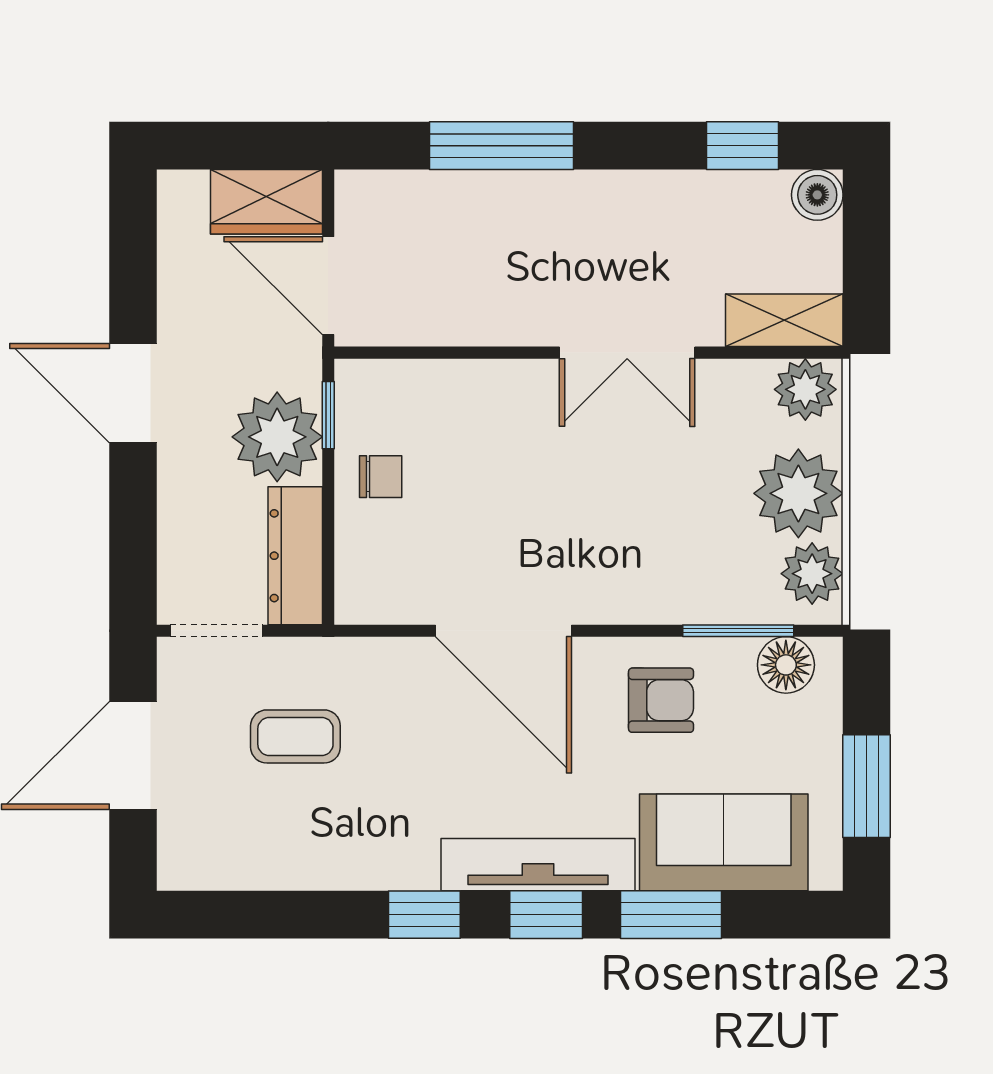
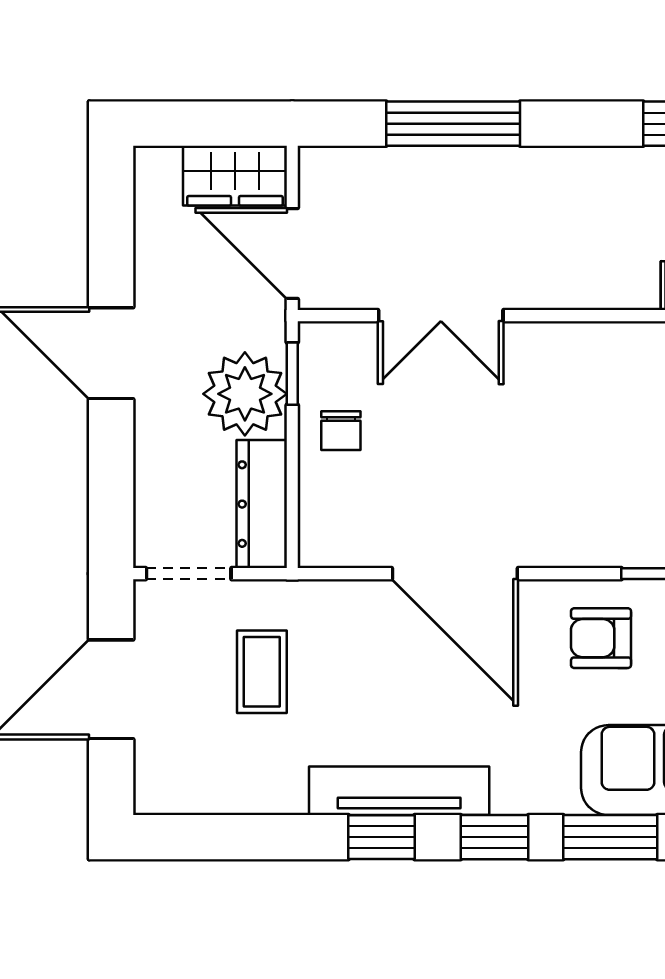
double door: (627, 353) -> (441, 316), moved
chair: (381, 477) -> (341, 431), turned 90
armchair: (661, 700) -> (601, 638), turned 180
coffee table: (295, 736) -> (262, 672), turned 90
tv unit: (538, 865) -> (399, 791), moved

